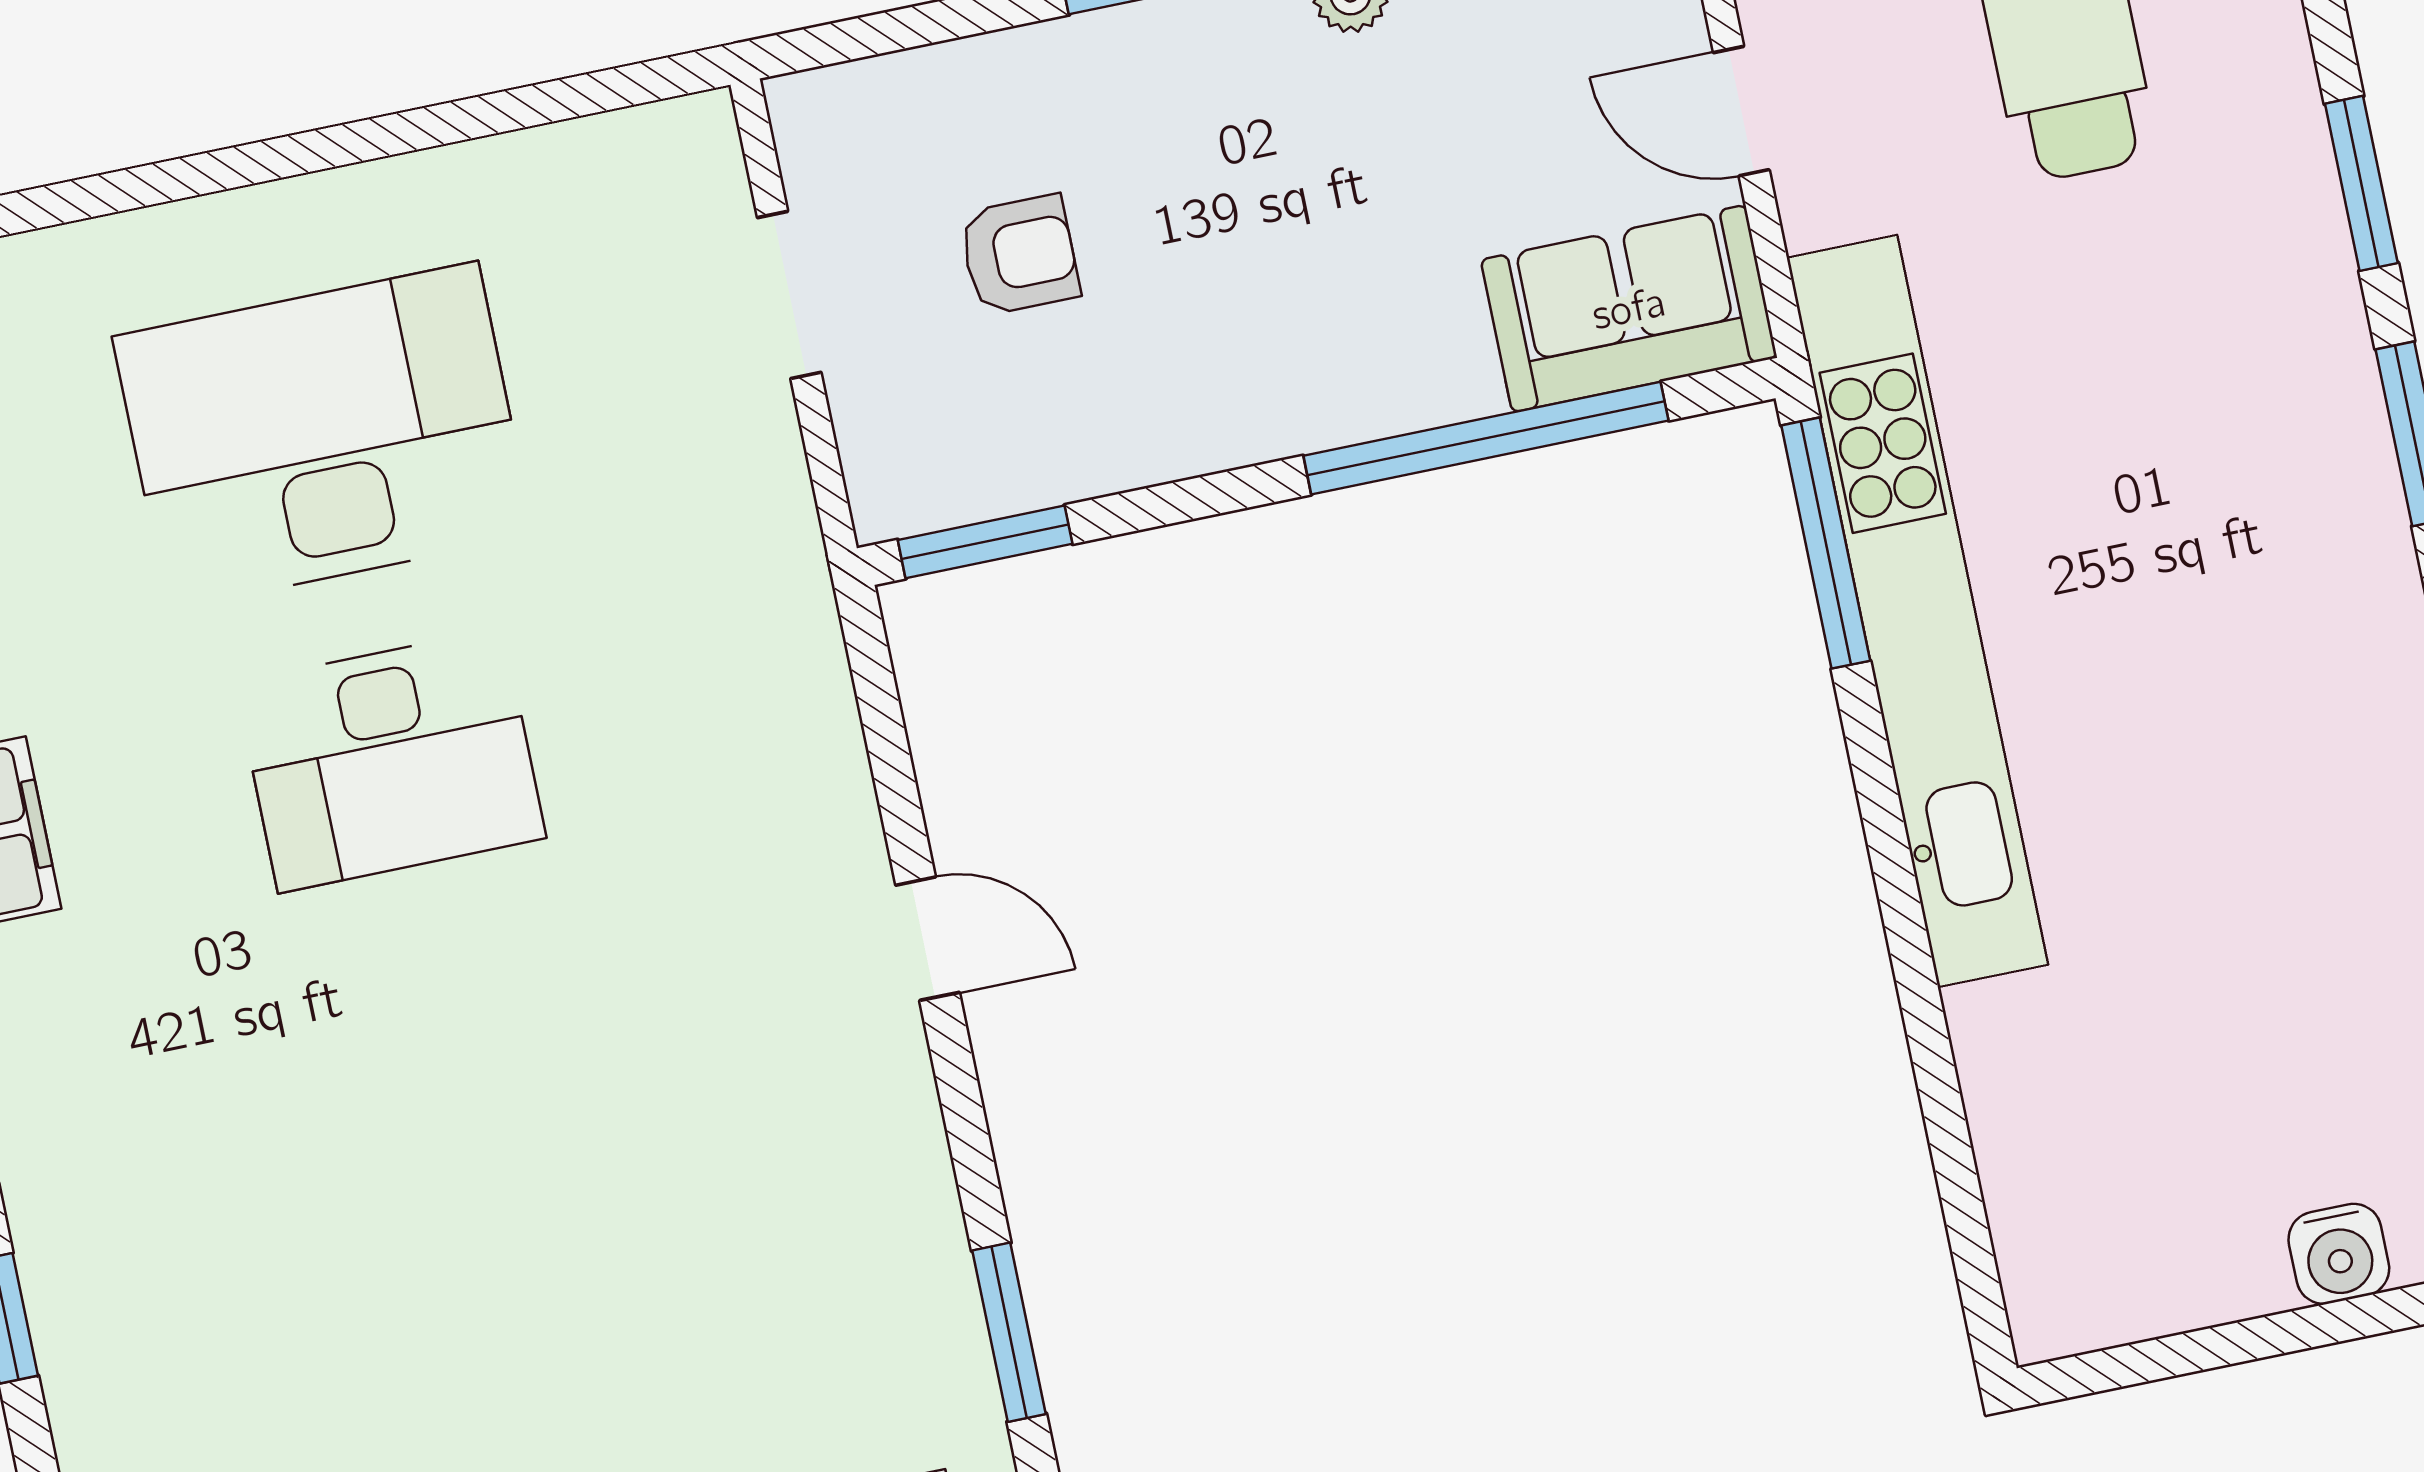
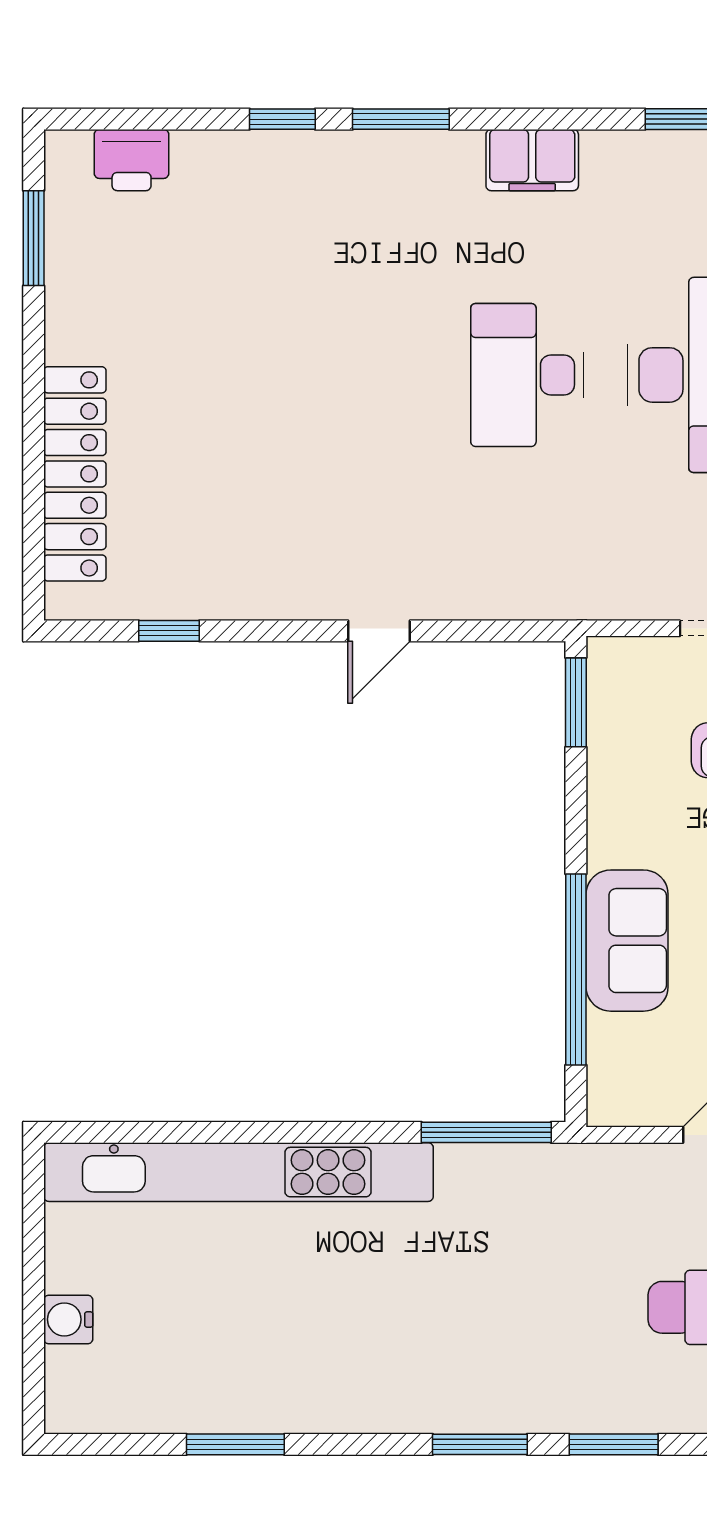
sofa: (1629, 309) -> (627, 941), moved
kitchen unit: (1917, 611) -> (238, 1172), moved
window: (1009, 1332) -> (169, 631), width x0.67

